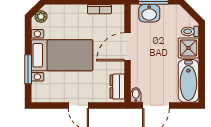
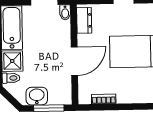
washbasin: (149, 13) -> (37, 96), moved

